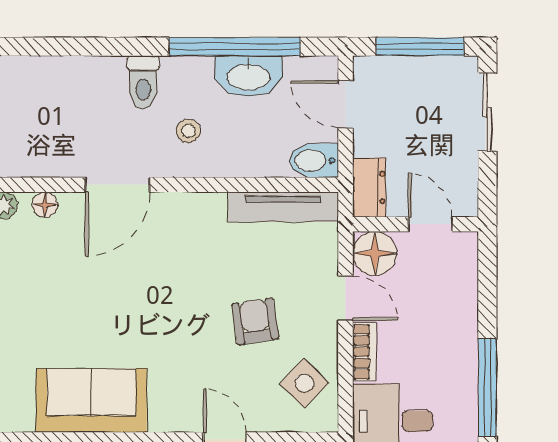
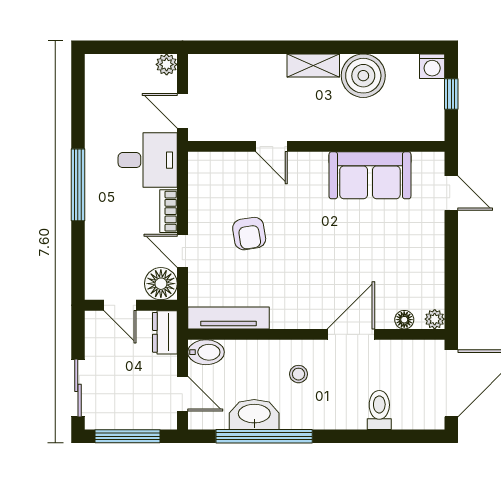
toilet: (143, 82) -> (379, 410), moved
side table: (304, 383) -> (213, 188), removed

